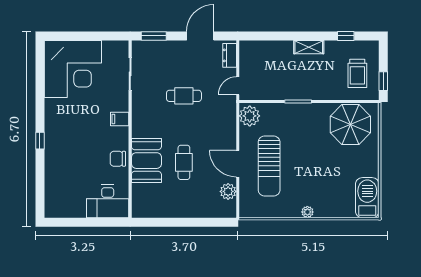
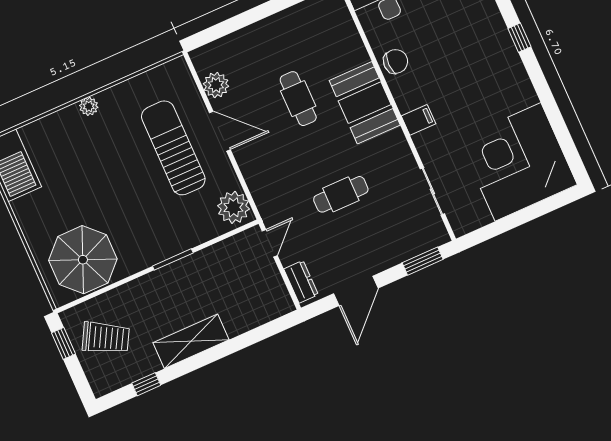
shelving: (309, 47) -> (191, 341), width x1.50, depth x1.33
trolley: (357, 73) -> (106, 338), turned 119
booth: (146, 161) -> (365, 103), moved

